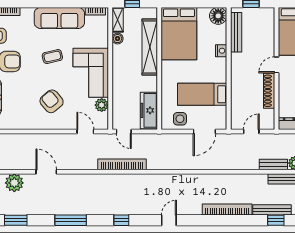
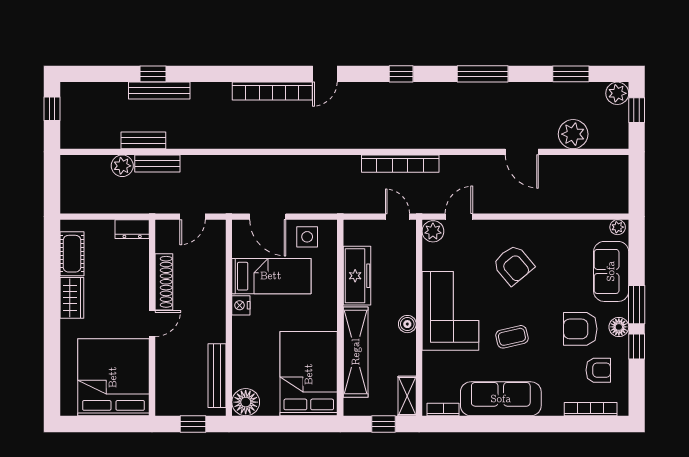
boiler: (118, 39) -> (407, 324), moved
nightstand: (221, 51) -> (241, 305), moved
plant: (102, 105) -> (433, 231), moved
freezer: (149, 110) -> (357, 276), moved
door: (85, 131) -> (459, 217), swing flipped
door: (204, 131) -> (268, 217), swing flipped
bookcase: (227, 210) -> (272, 91), moved

